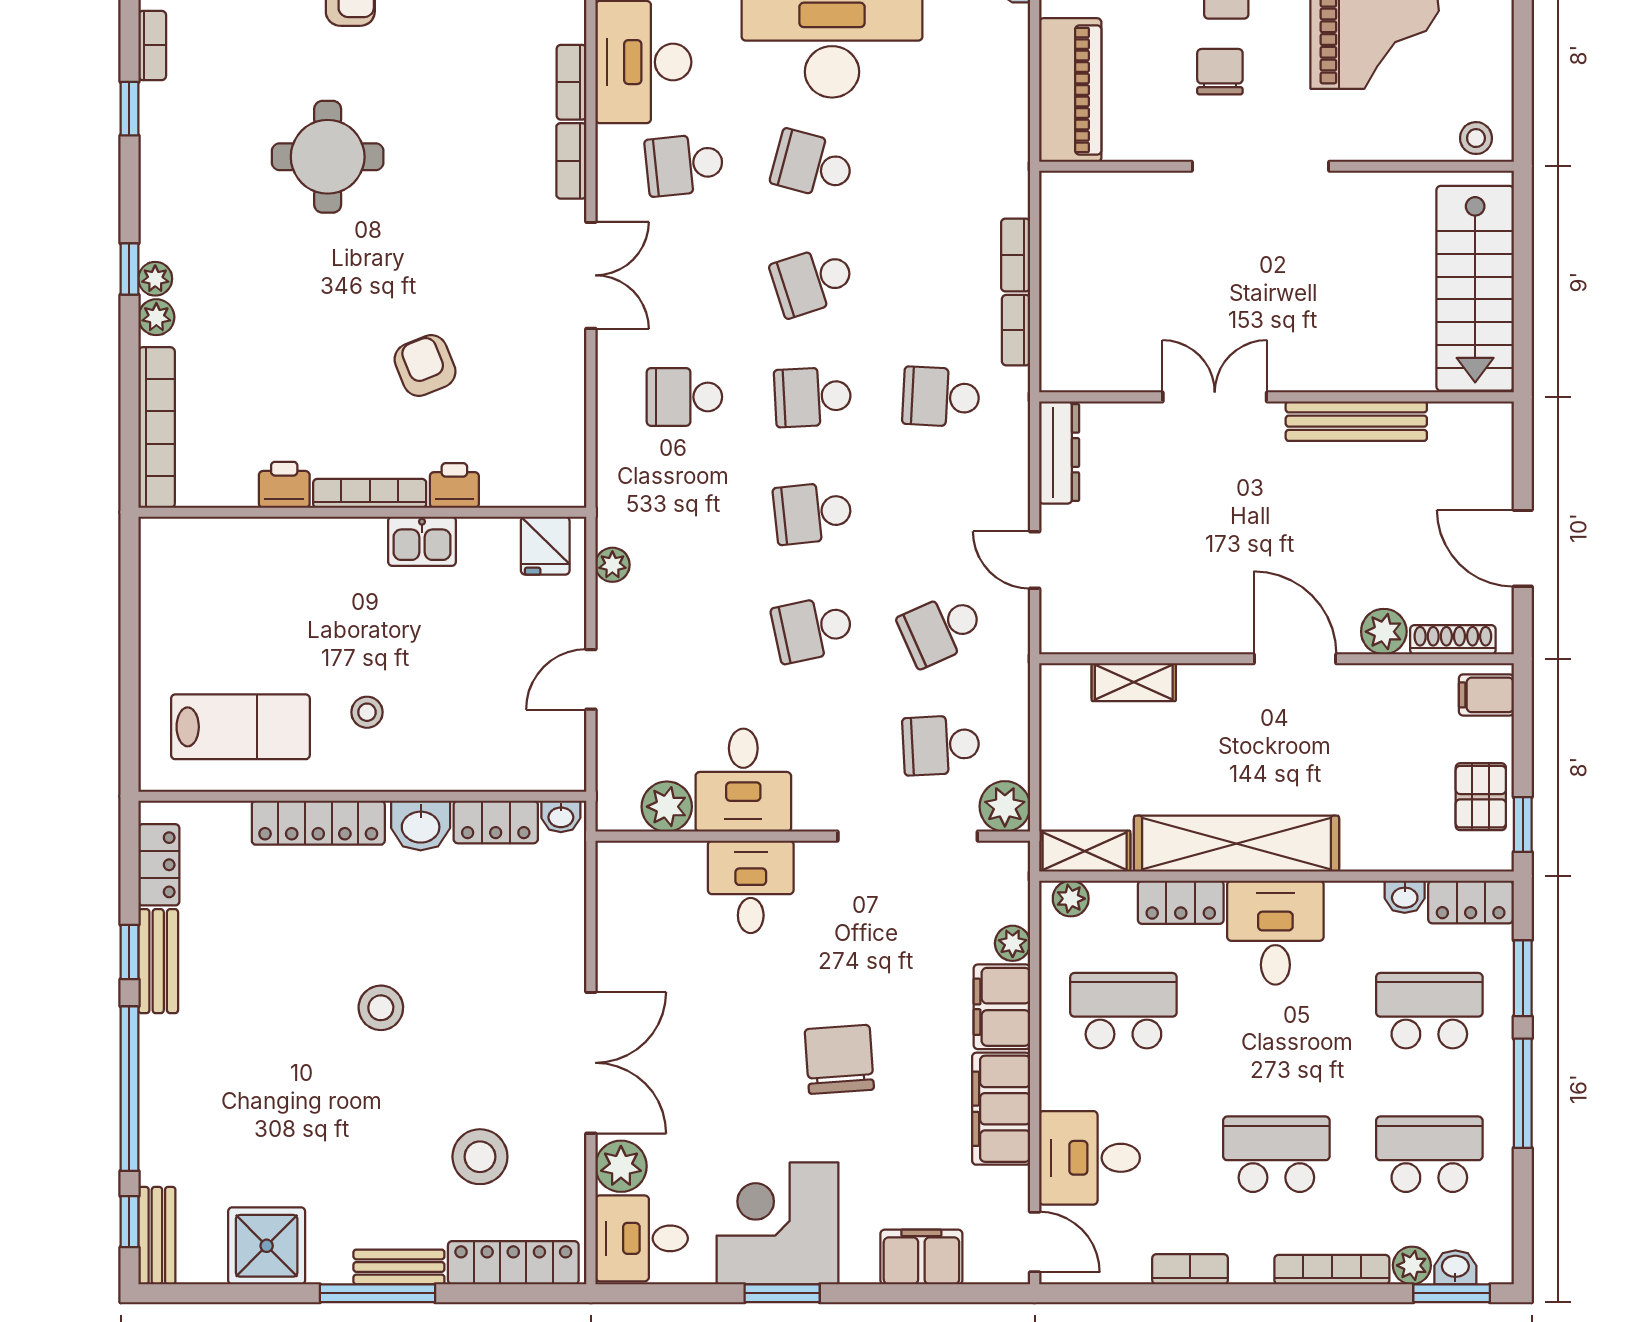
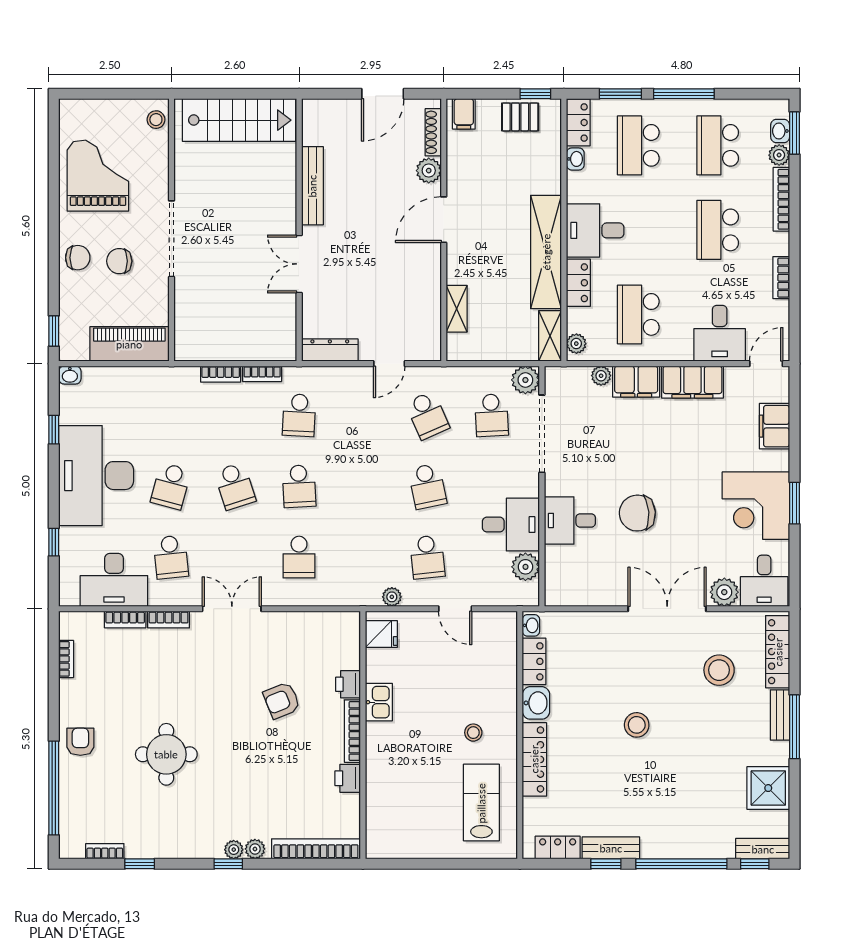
school desk: (813, 513) -> (427, 557), moved
chair: (839, 1059) -> (637, 513), moved

